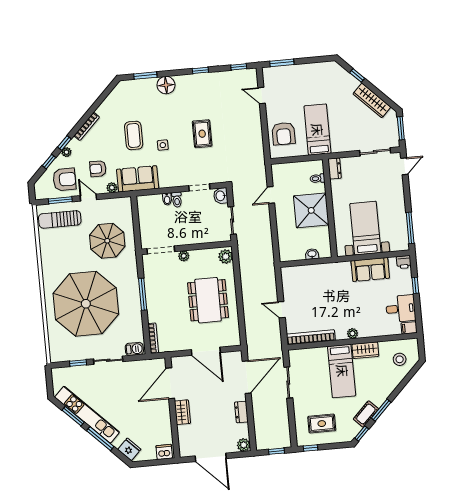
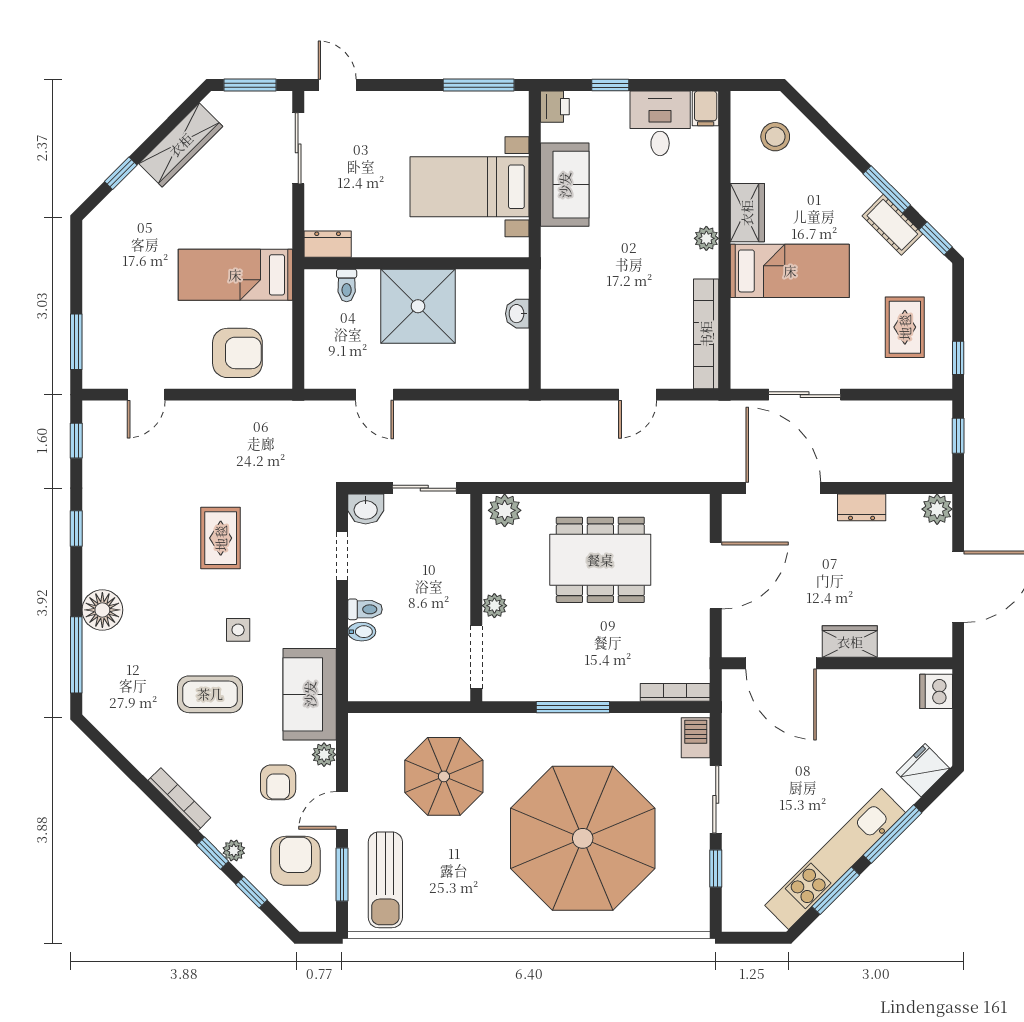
window: (145, 76) -> (76, 655), width x1.44
rug: (202, 134) -> (221, 538), turned 90

